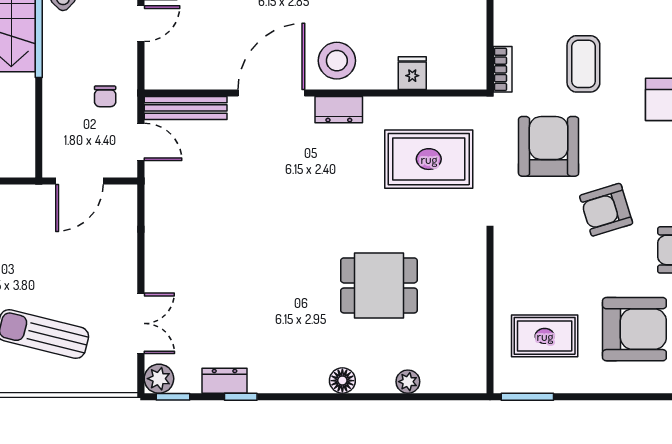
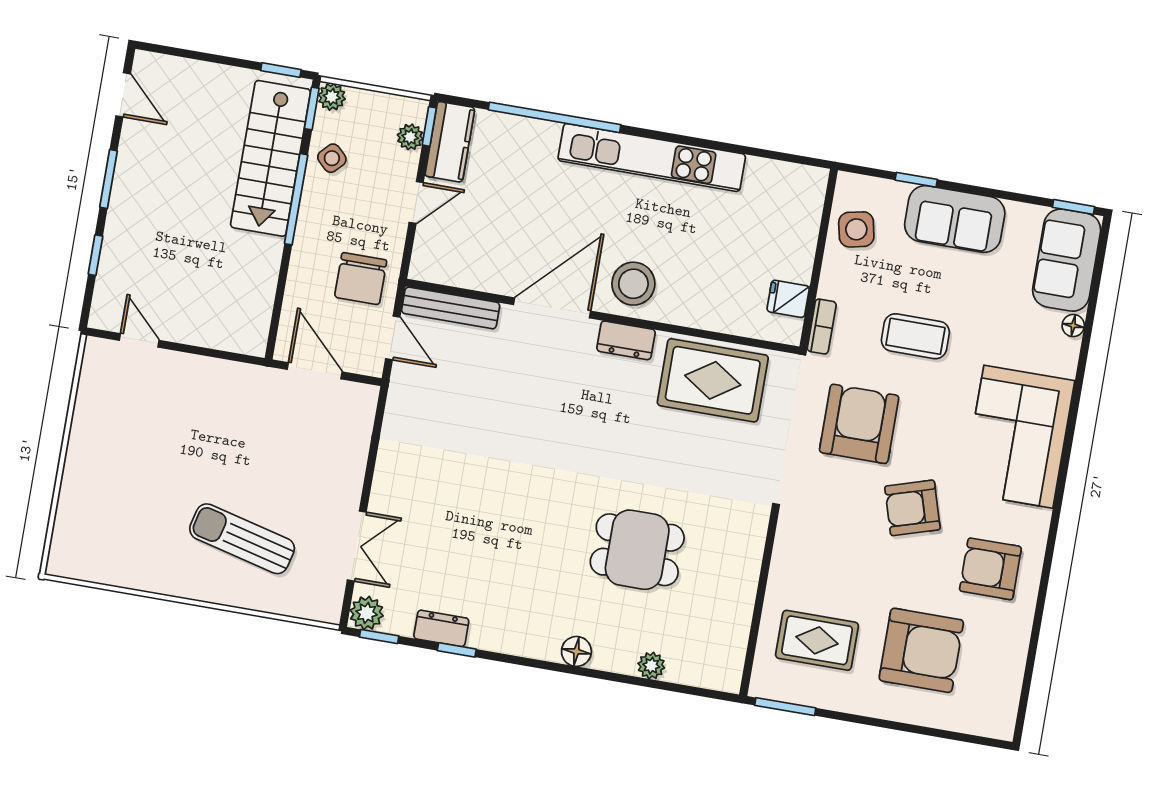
coffee table: (583, 64) -> (915, 336), turned 90
fridge: (412, 73) -> (788, 299), moved, turned -90
chair: (105, 96) -> (361, 279), width x1.87, depth x1.87
rug: (429, 159) -> (713, 380), moved
door: (79, 181) -> (315, 371), swing flipped

